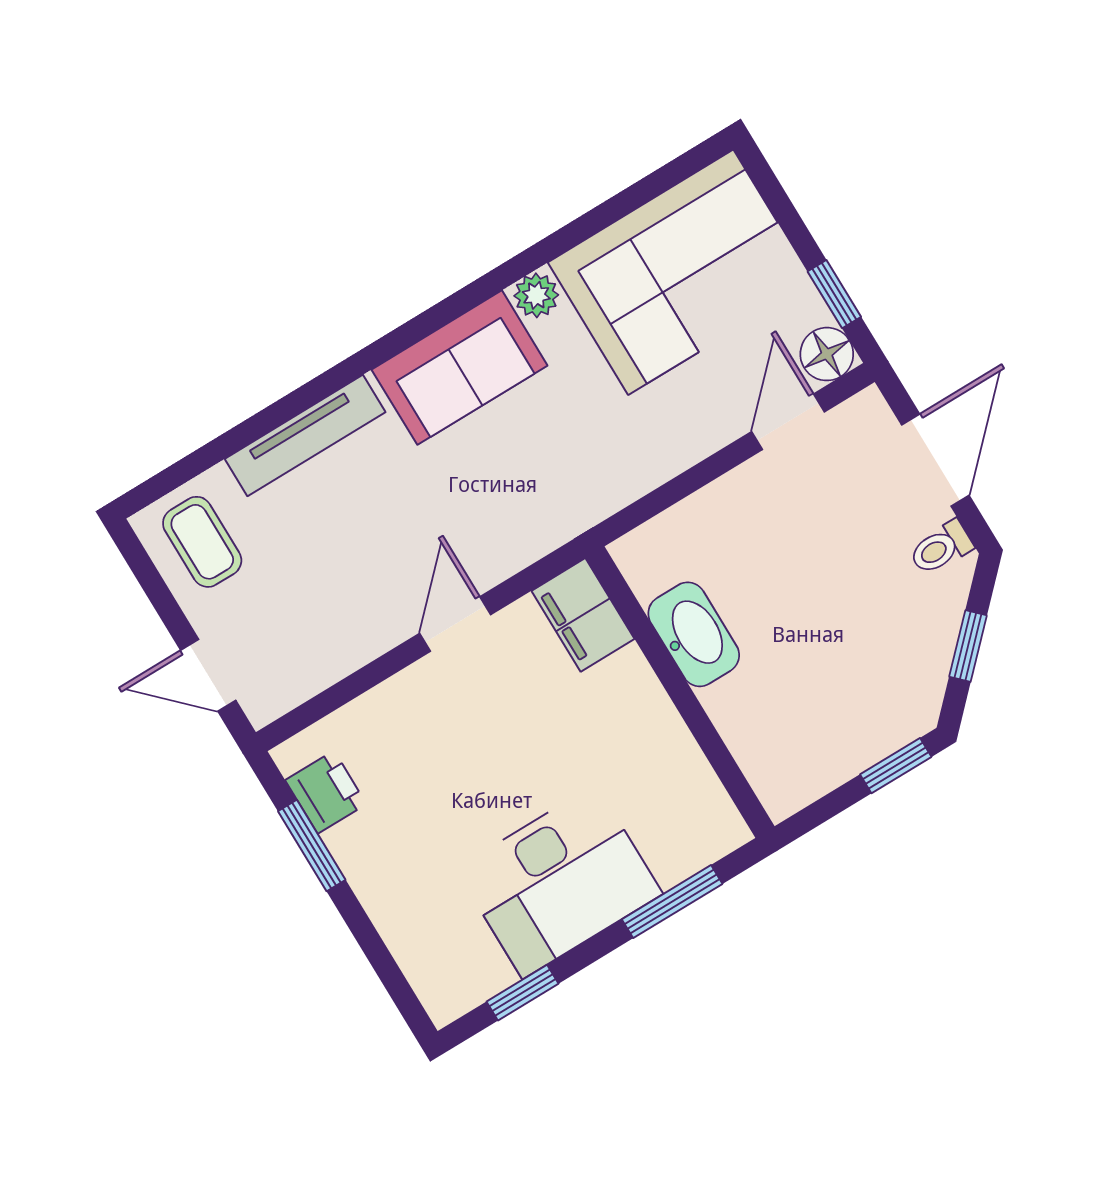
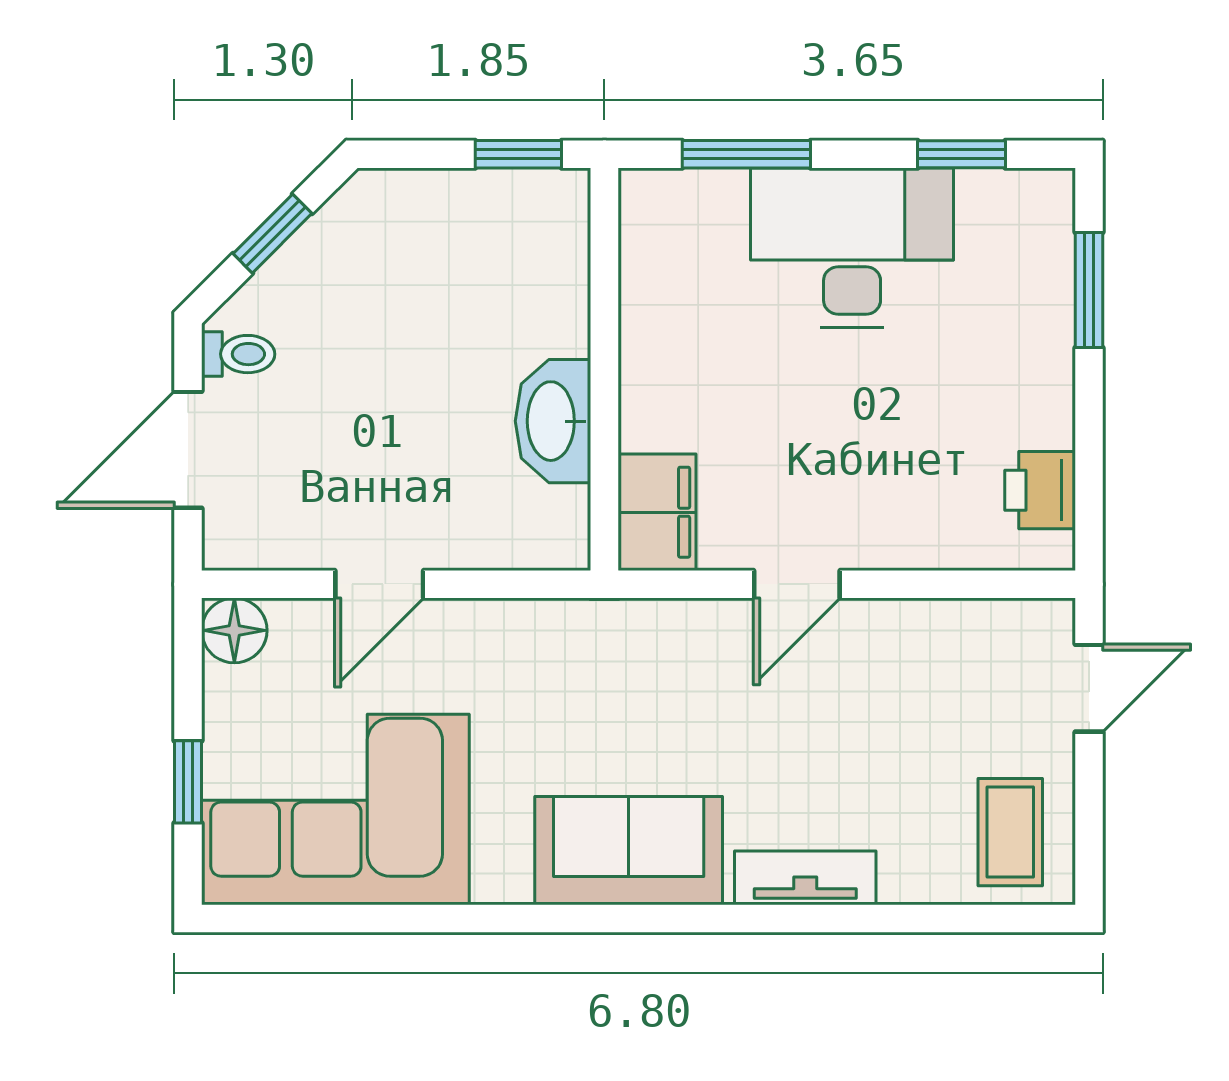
window: (834, 294) -> (188, 782), moved
plant: (536, 295) -> (502, 878), removed
door: (788, 422) -> (379, 584), moved
tv unit: (305, 436) -> (805, 878), width x0.71
door: (208, 675) -> (1089, 688), hinge flipped
window: (896, 766) -> (518, 154), moved
window: (312, 846) -> (1089, 290), moved

